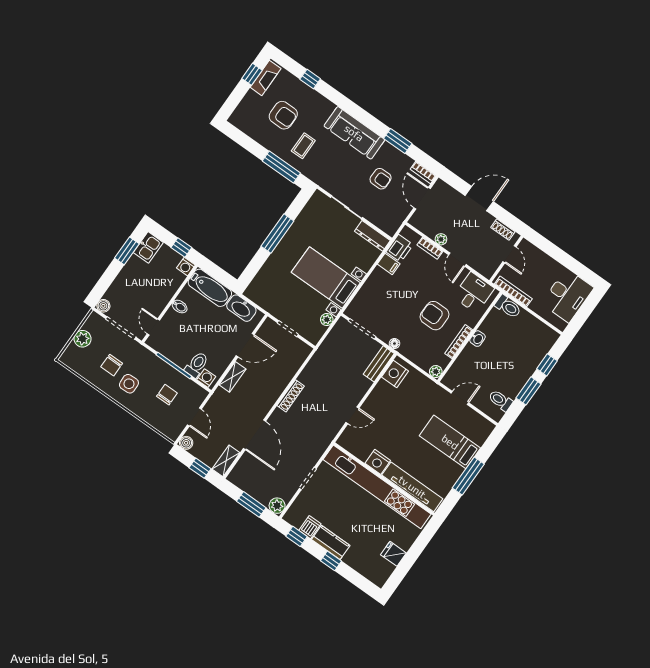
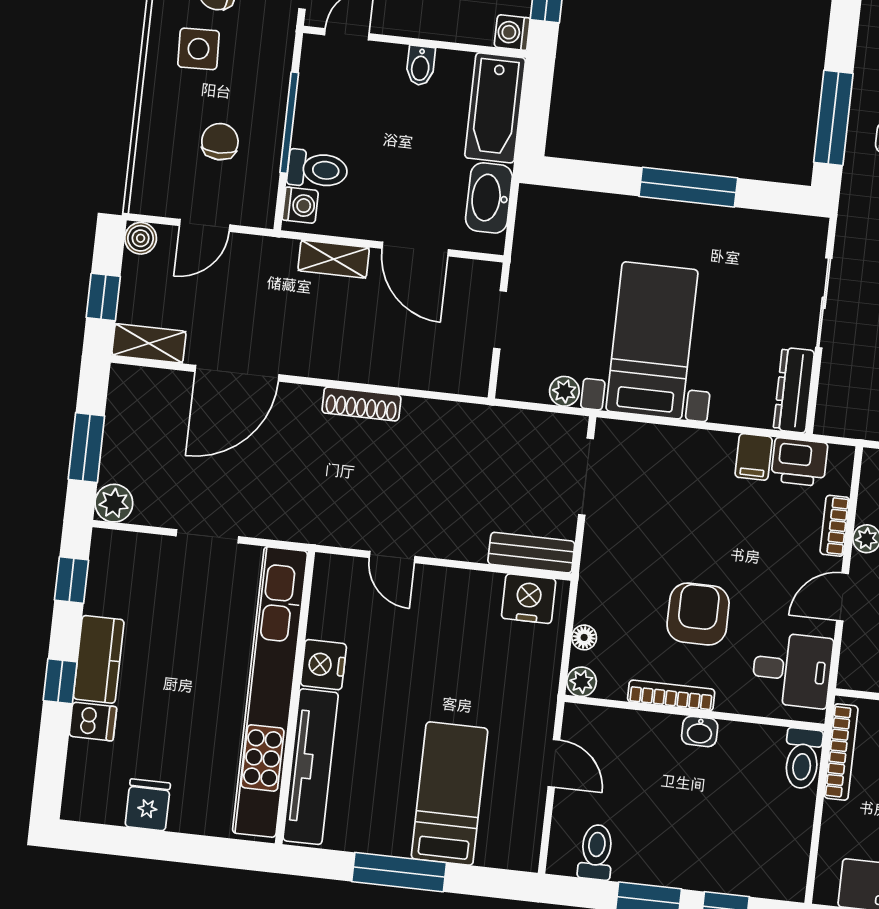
floor lamp: (394, 344) -> (584, 637), moved
chair: (167, 395) -> (220, 142), turned -90
dishwasher: (310, 527) -> (93, 721), moved

